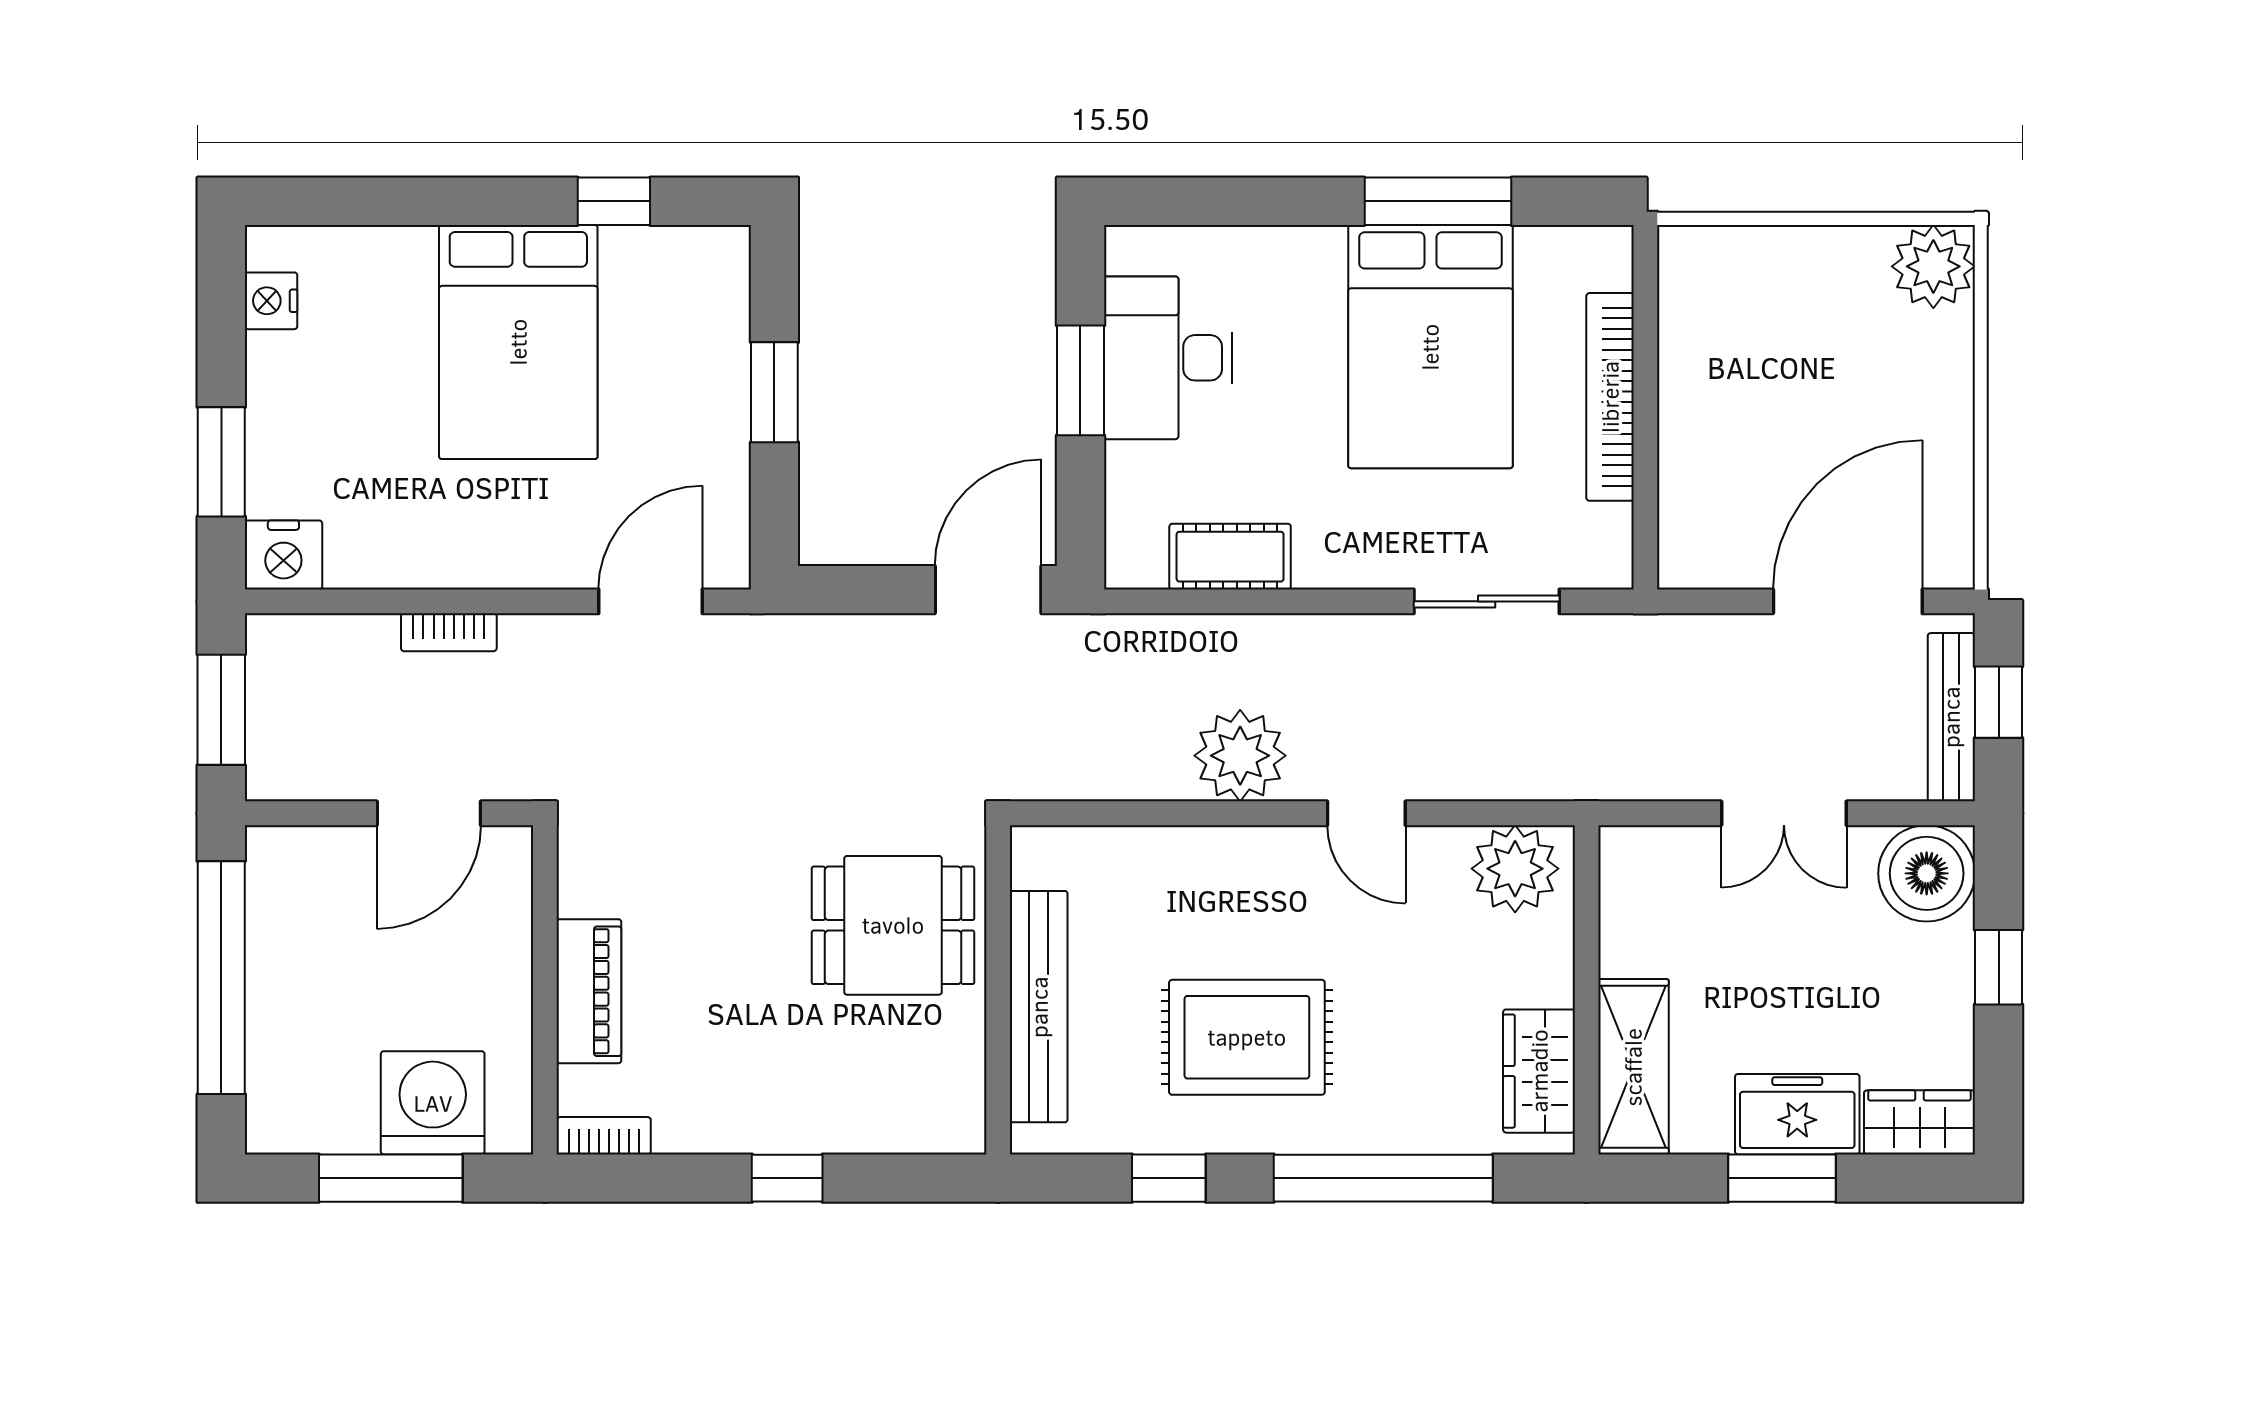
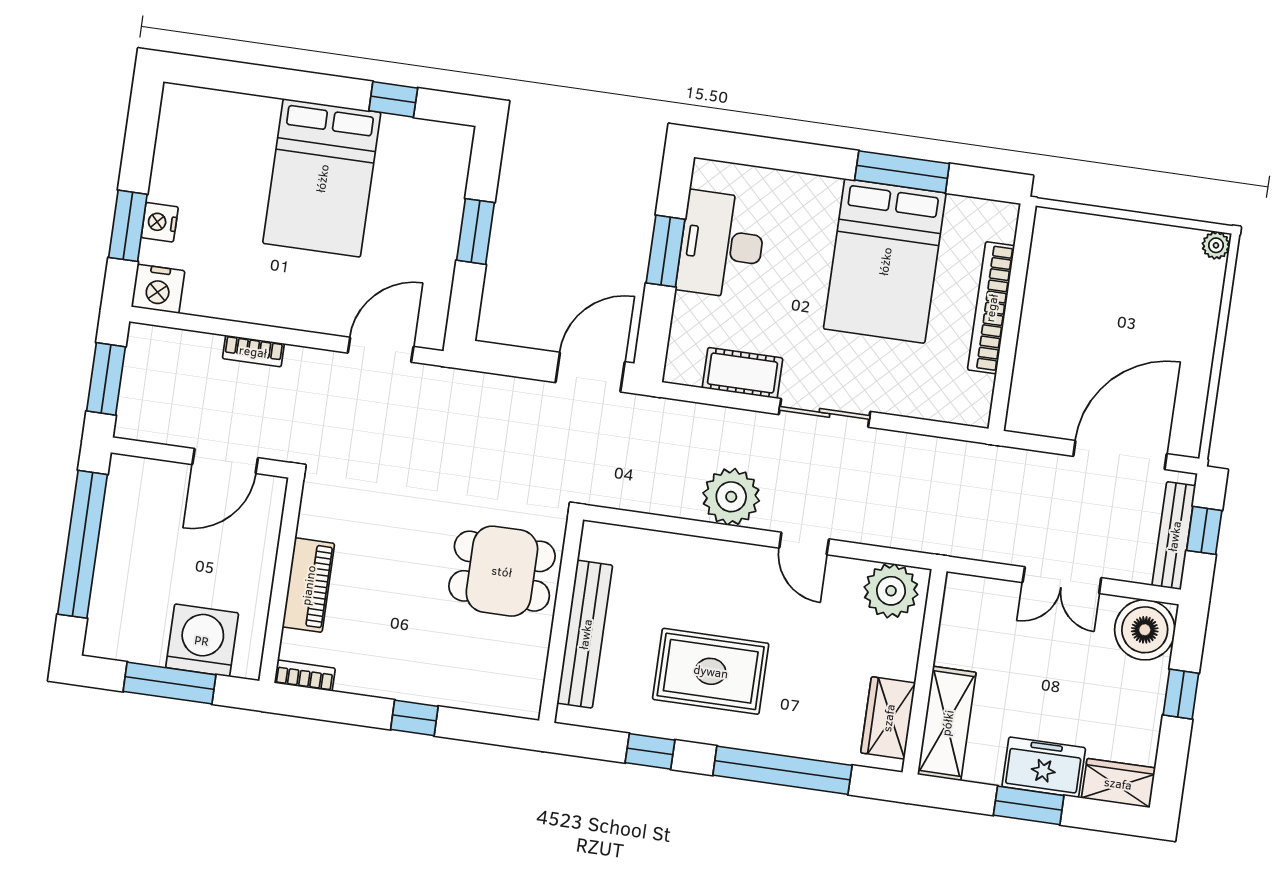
plant: (1933, 266) -> (1216, 245), width x0.53, depth x0.53
nightstand: (271, 301) -> (160, 222), moved
sliding door: (1487, 601) -> (825, 413), moved

